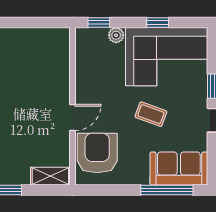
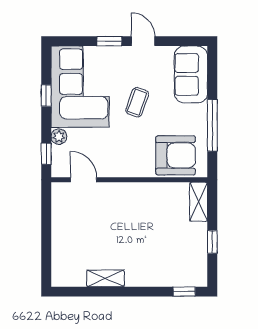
door: (73, 117) -> (84, 180), moved
armchair: (97, 153) -> (176, 155), turned 180
window: (167, 190) -> (212, 125), moved

